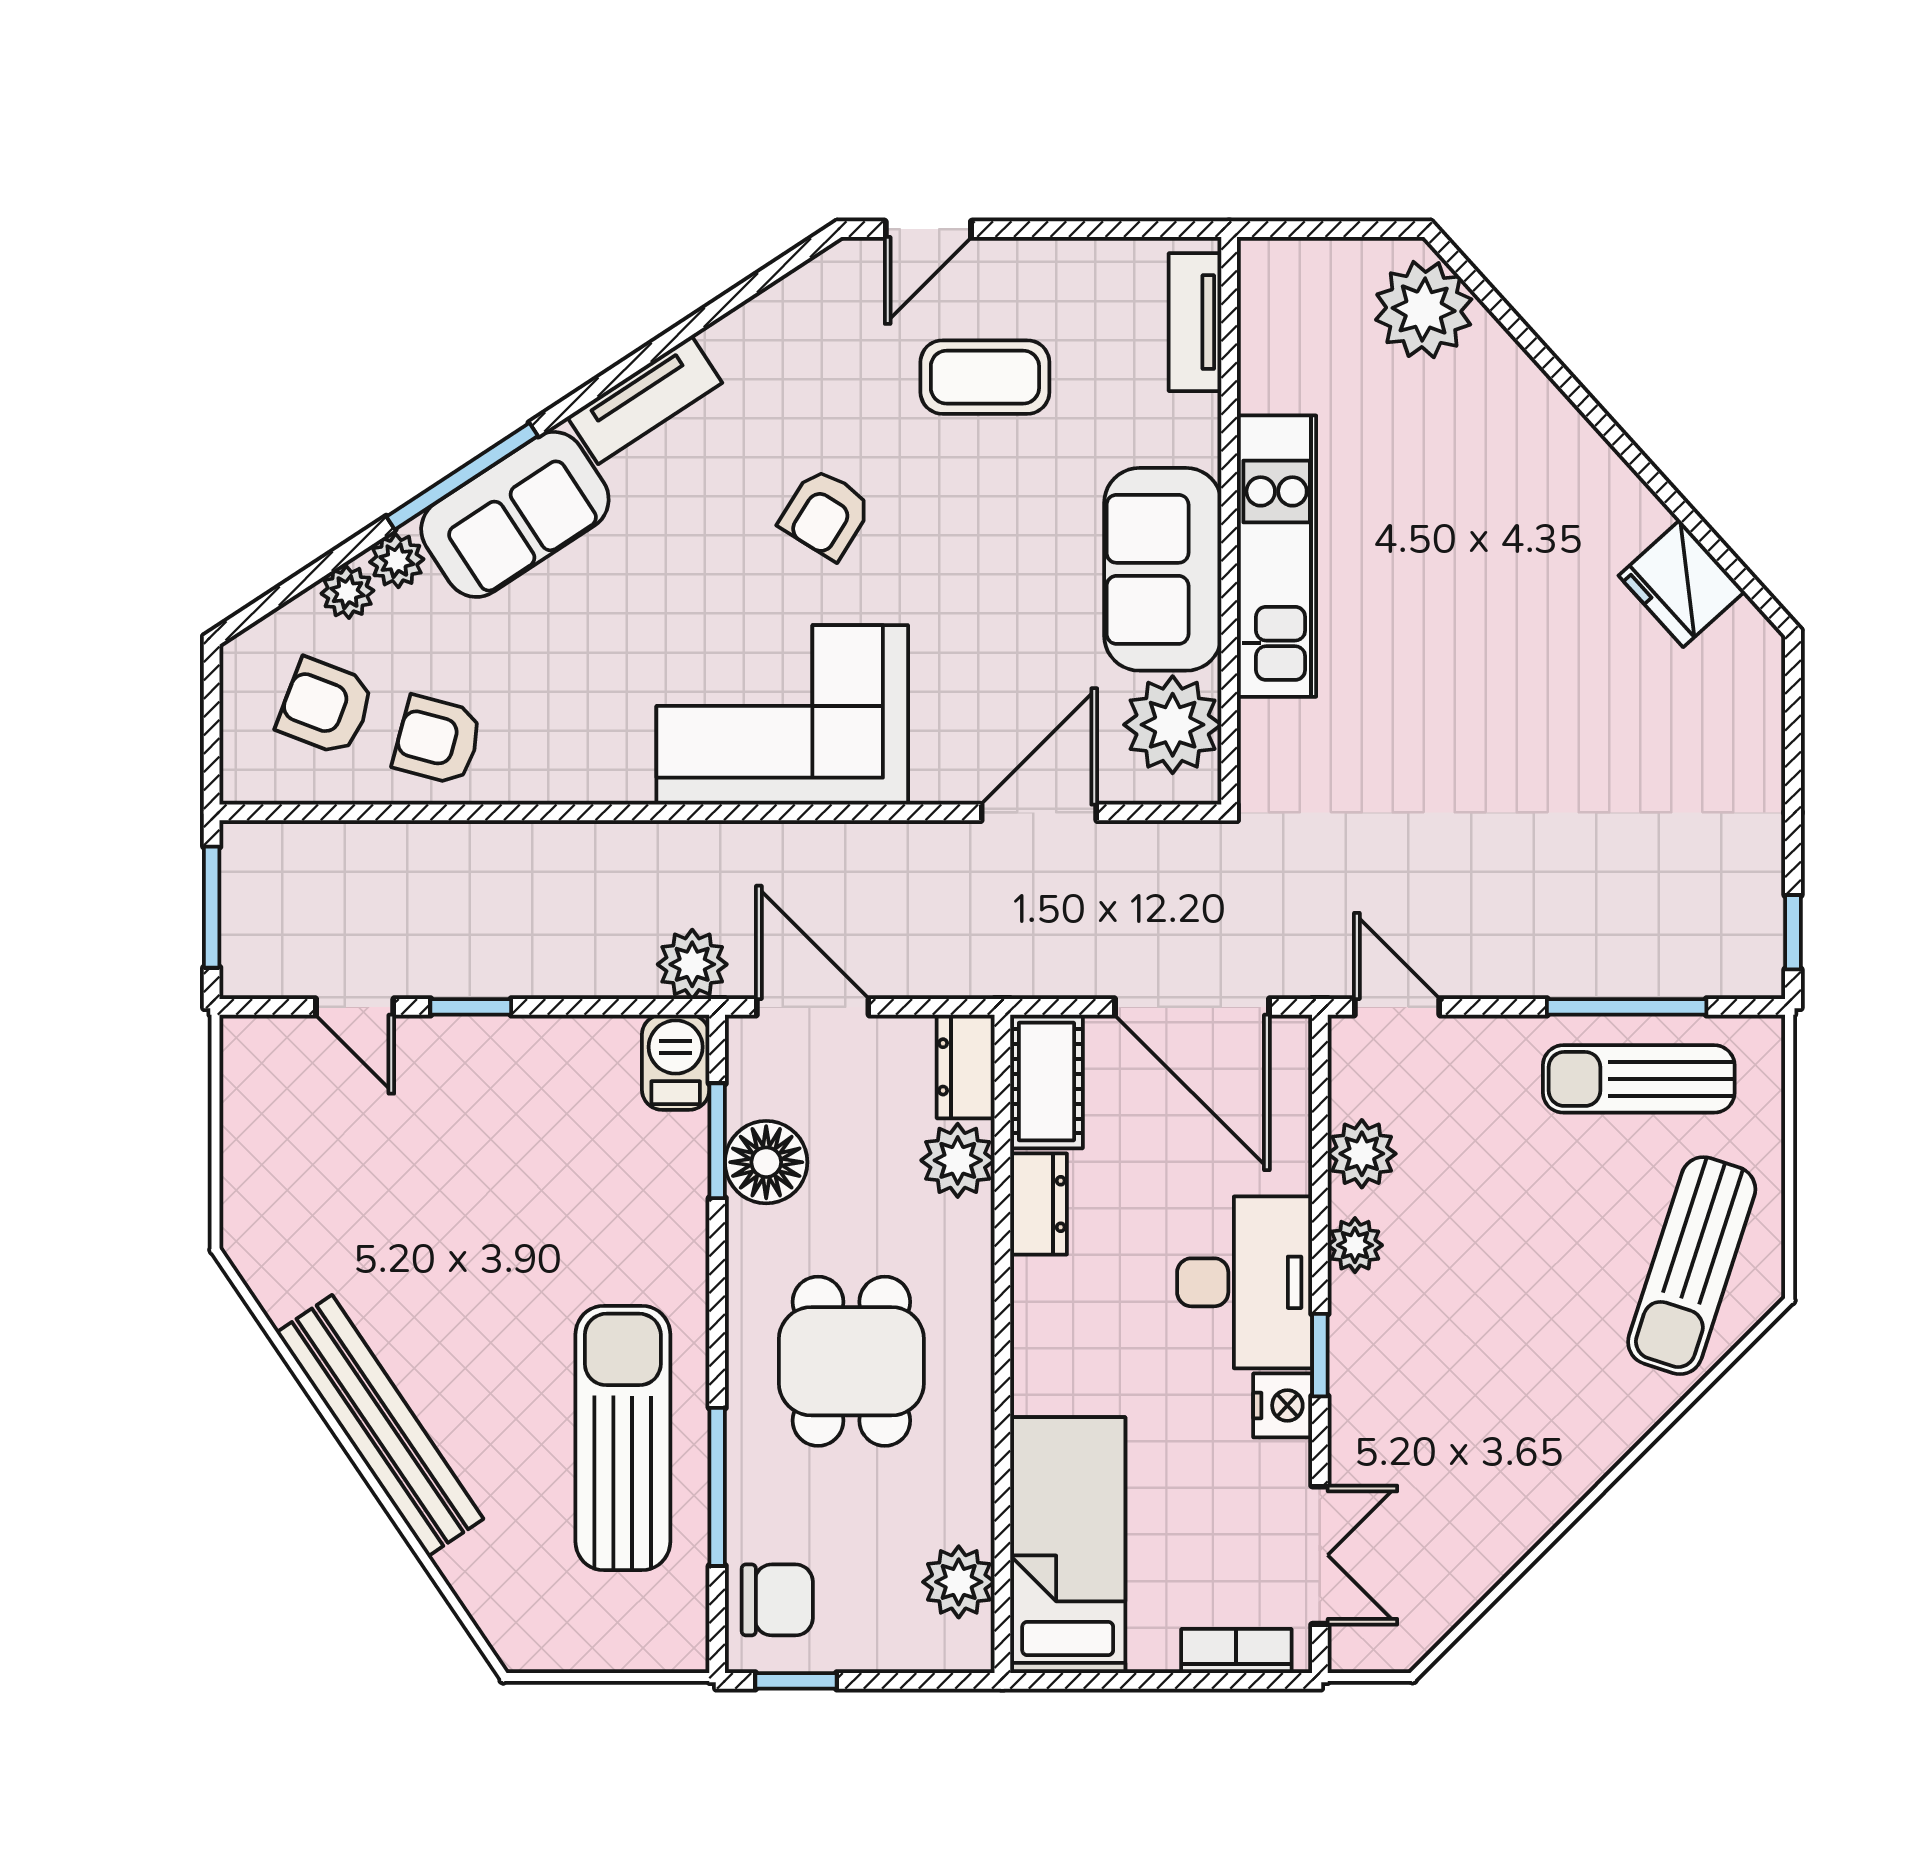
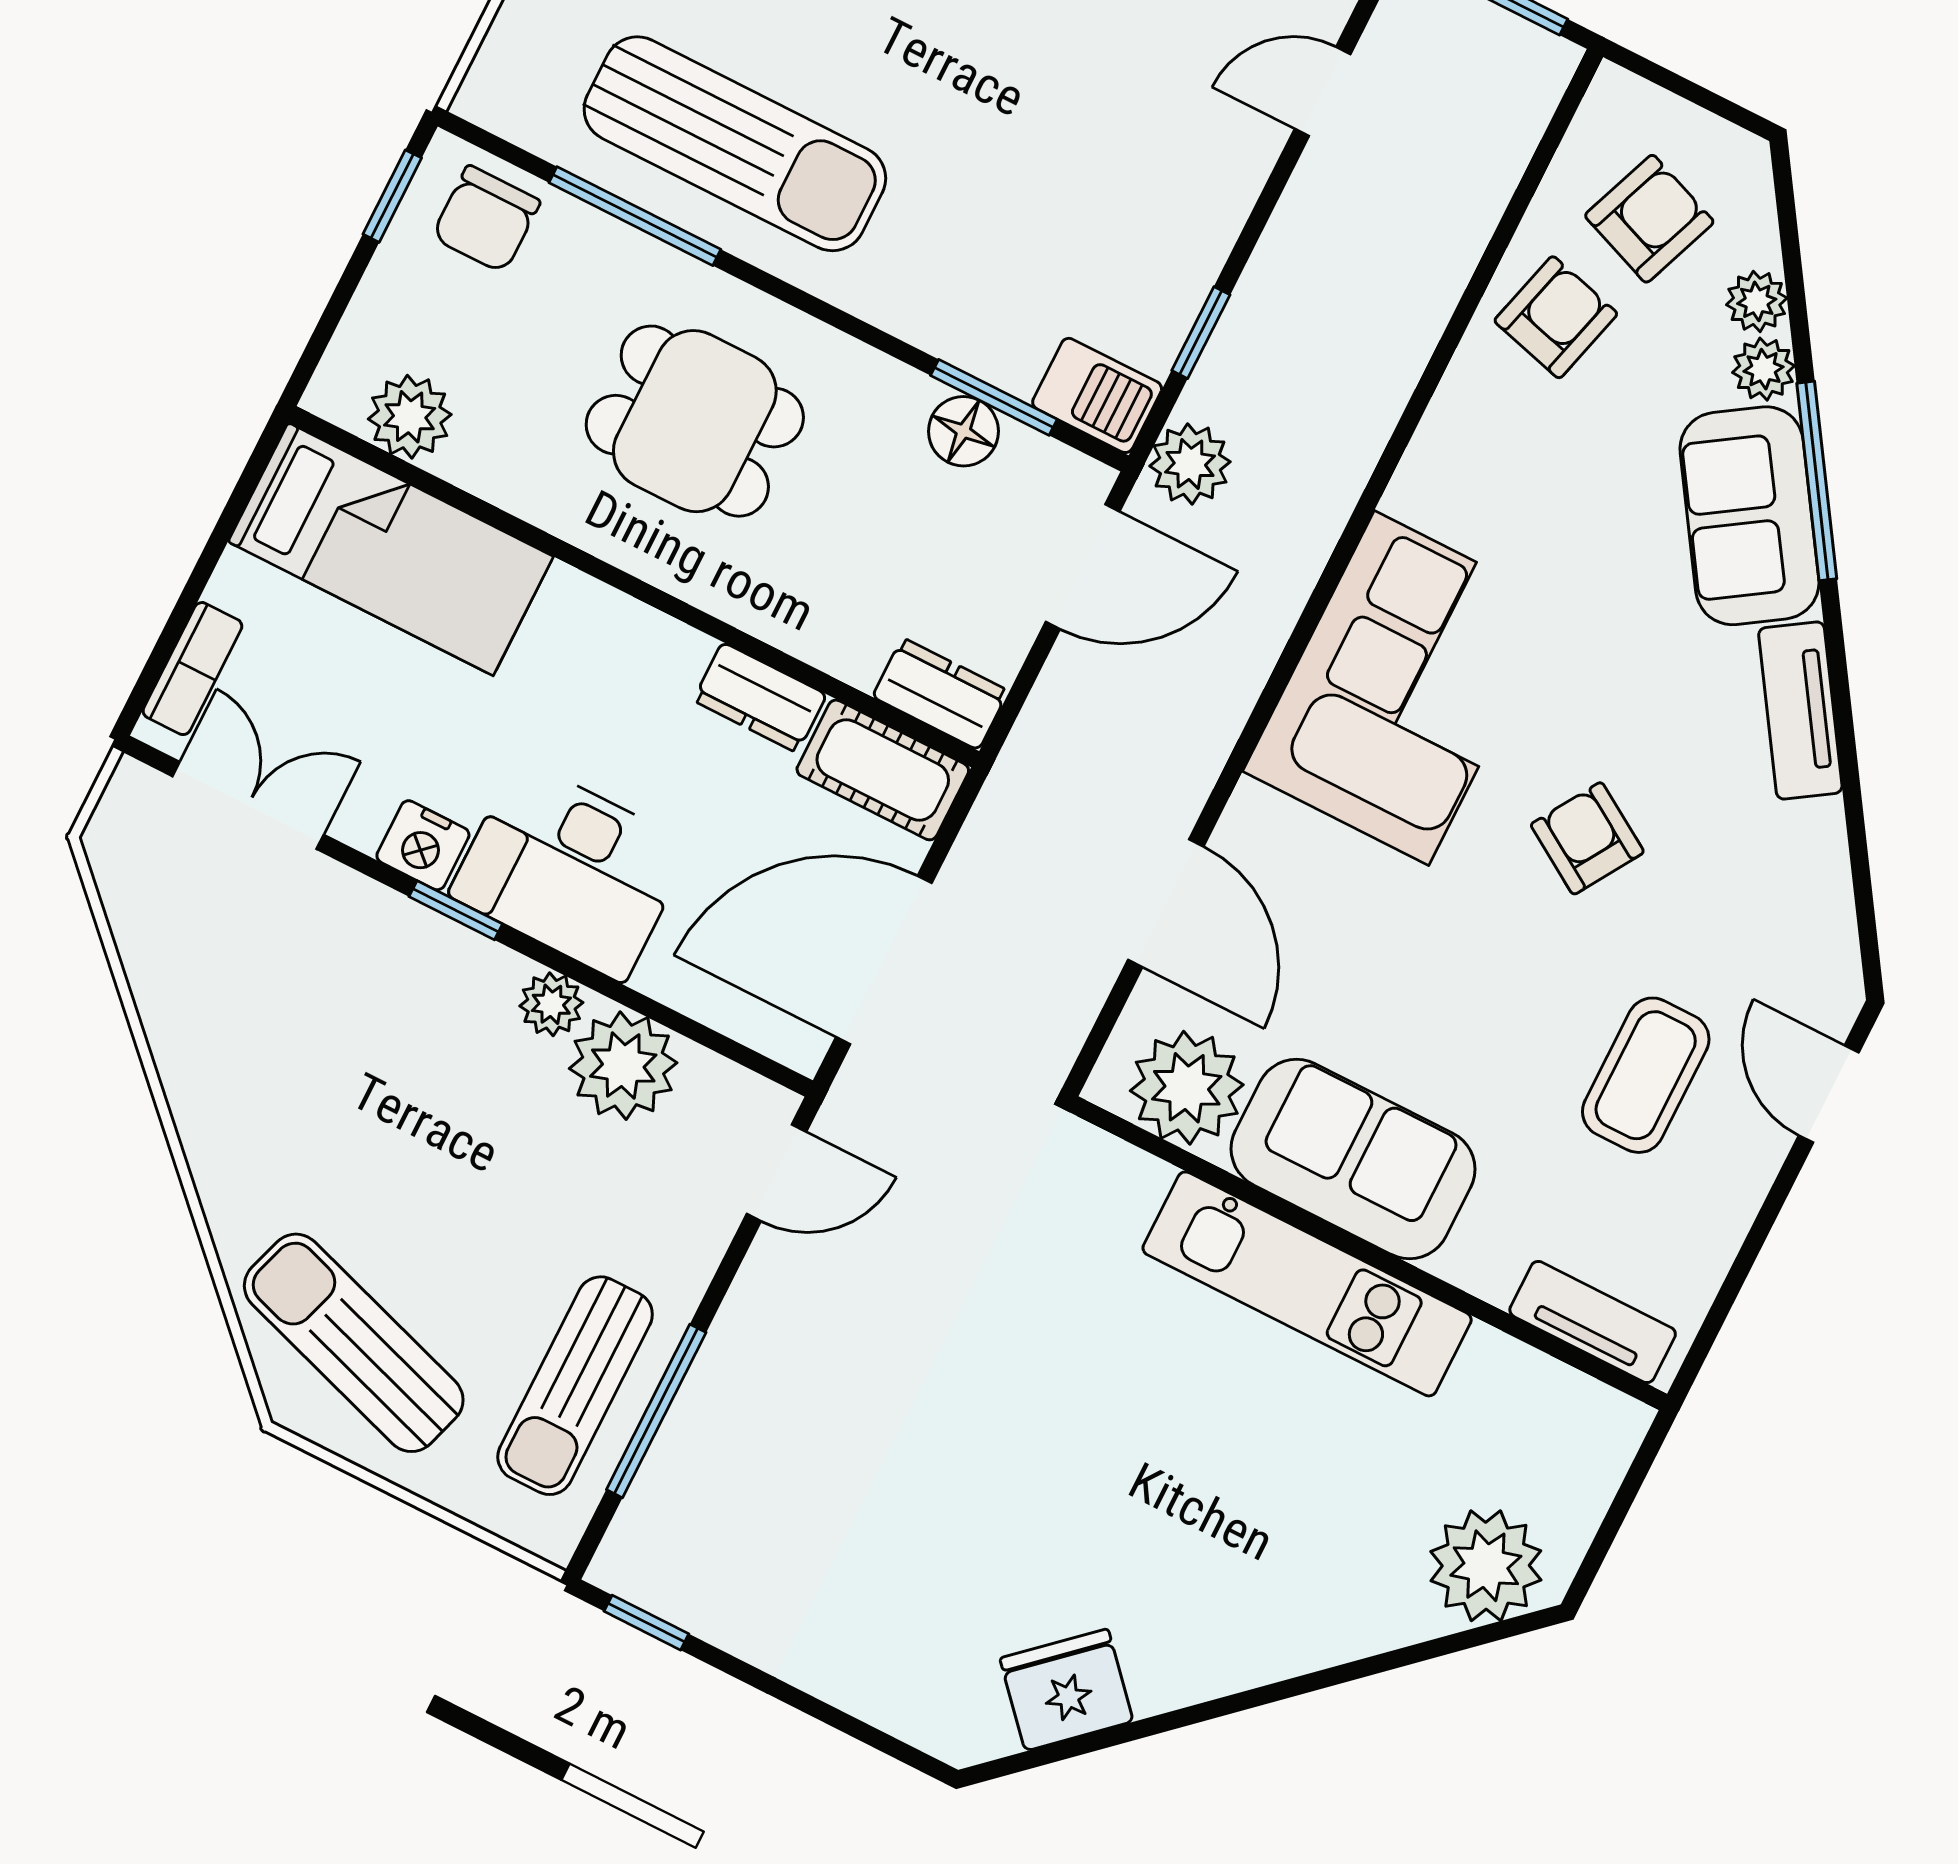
window: (471, 1007) -> (1201, 333), moved
sun lounger: (1639, 1079) -> (575, 1386), turned 180
plant: (1362, 1154) -> (623, 1066), width x1.36, depth x1.36
plant: (958, 1160) -> (847, 637), removed
floor lamp: (766, 1162) -> (963, 431), width x0.73, depth x0.73
double door: (1320, 1555) -> (248, 805), swing flipped

